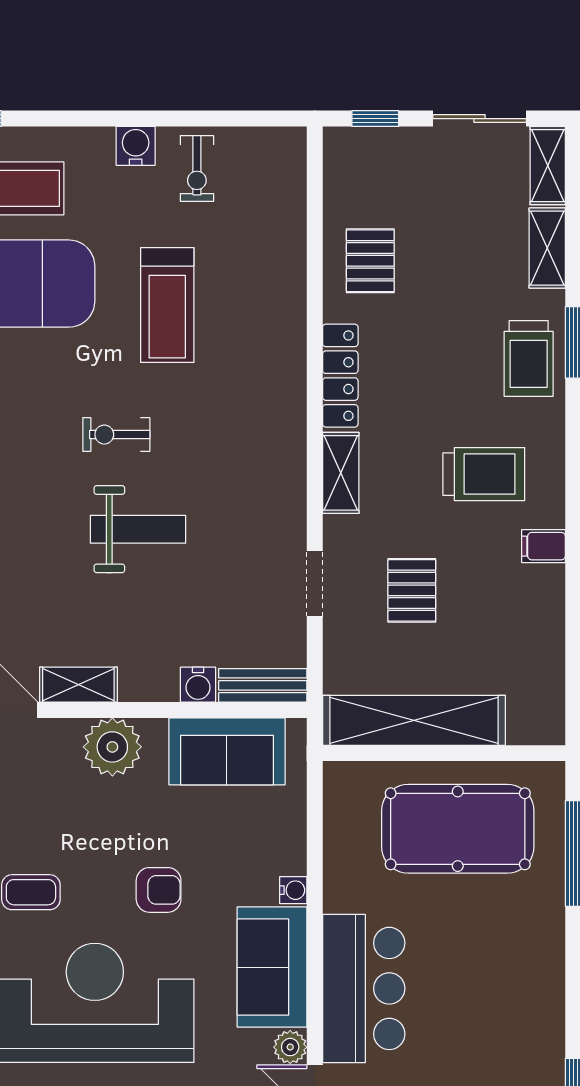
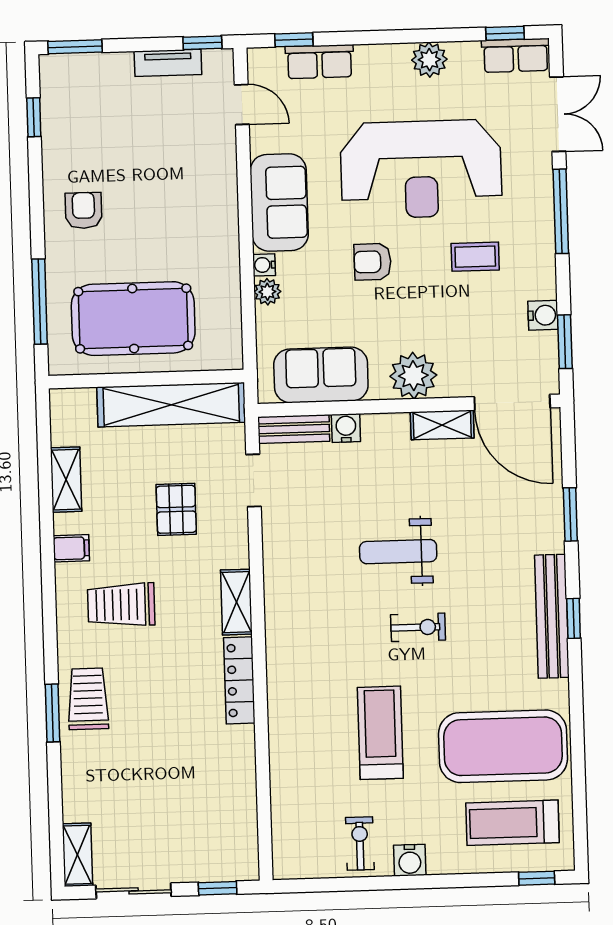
shelving: (547, 248) -> (66, 480), moved
pallet: (370, 261) -> (218, 774), removed
doorway: (315, 584) -> (254, 481), moved
armchair: (515, 965) -> (84, 210), added
bar counter: (364, 988) -> (205, 188), removed
plant: (290, 1047) -> (267, 292), moved

